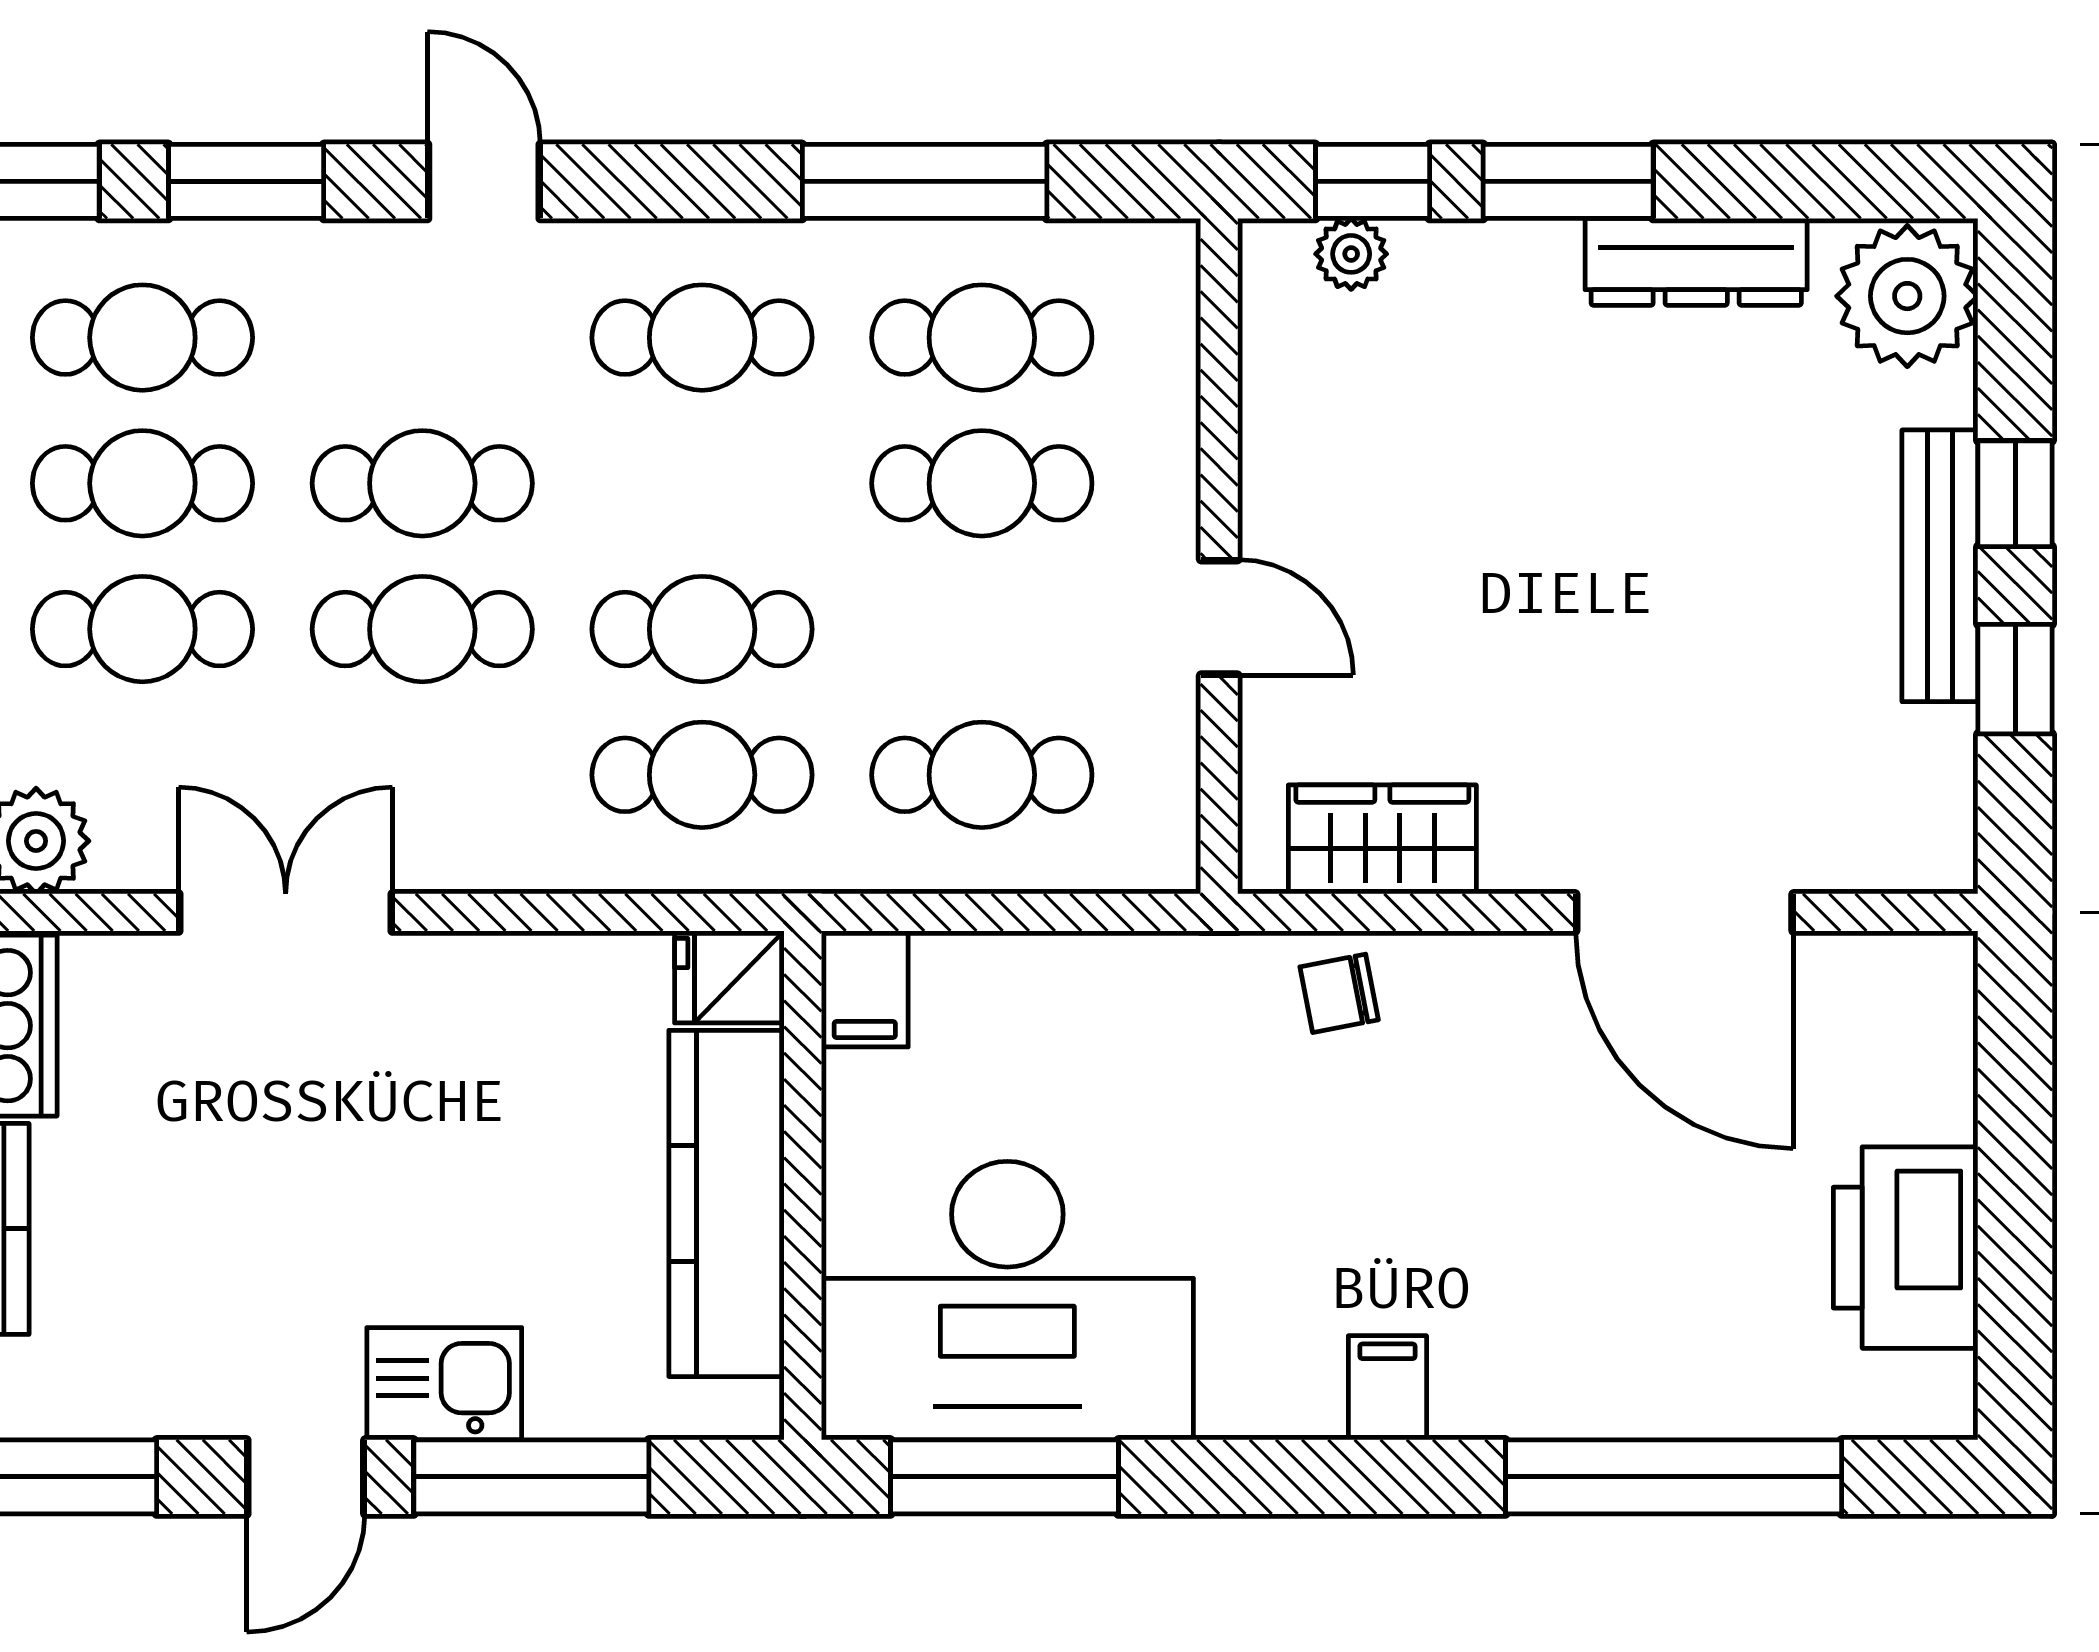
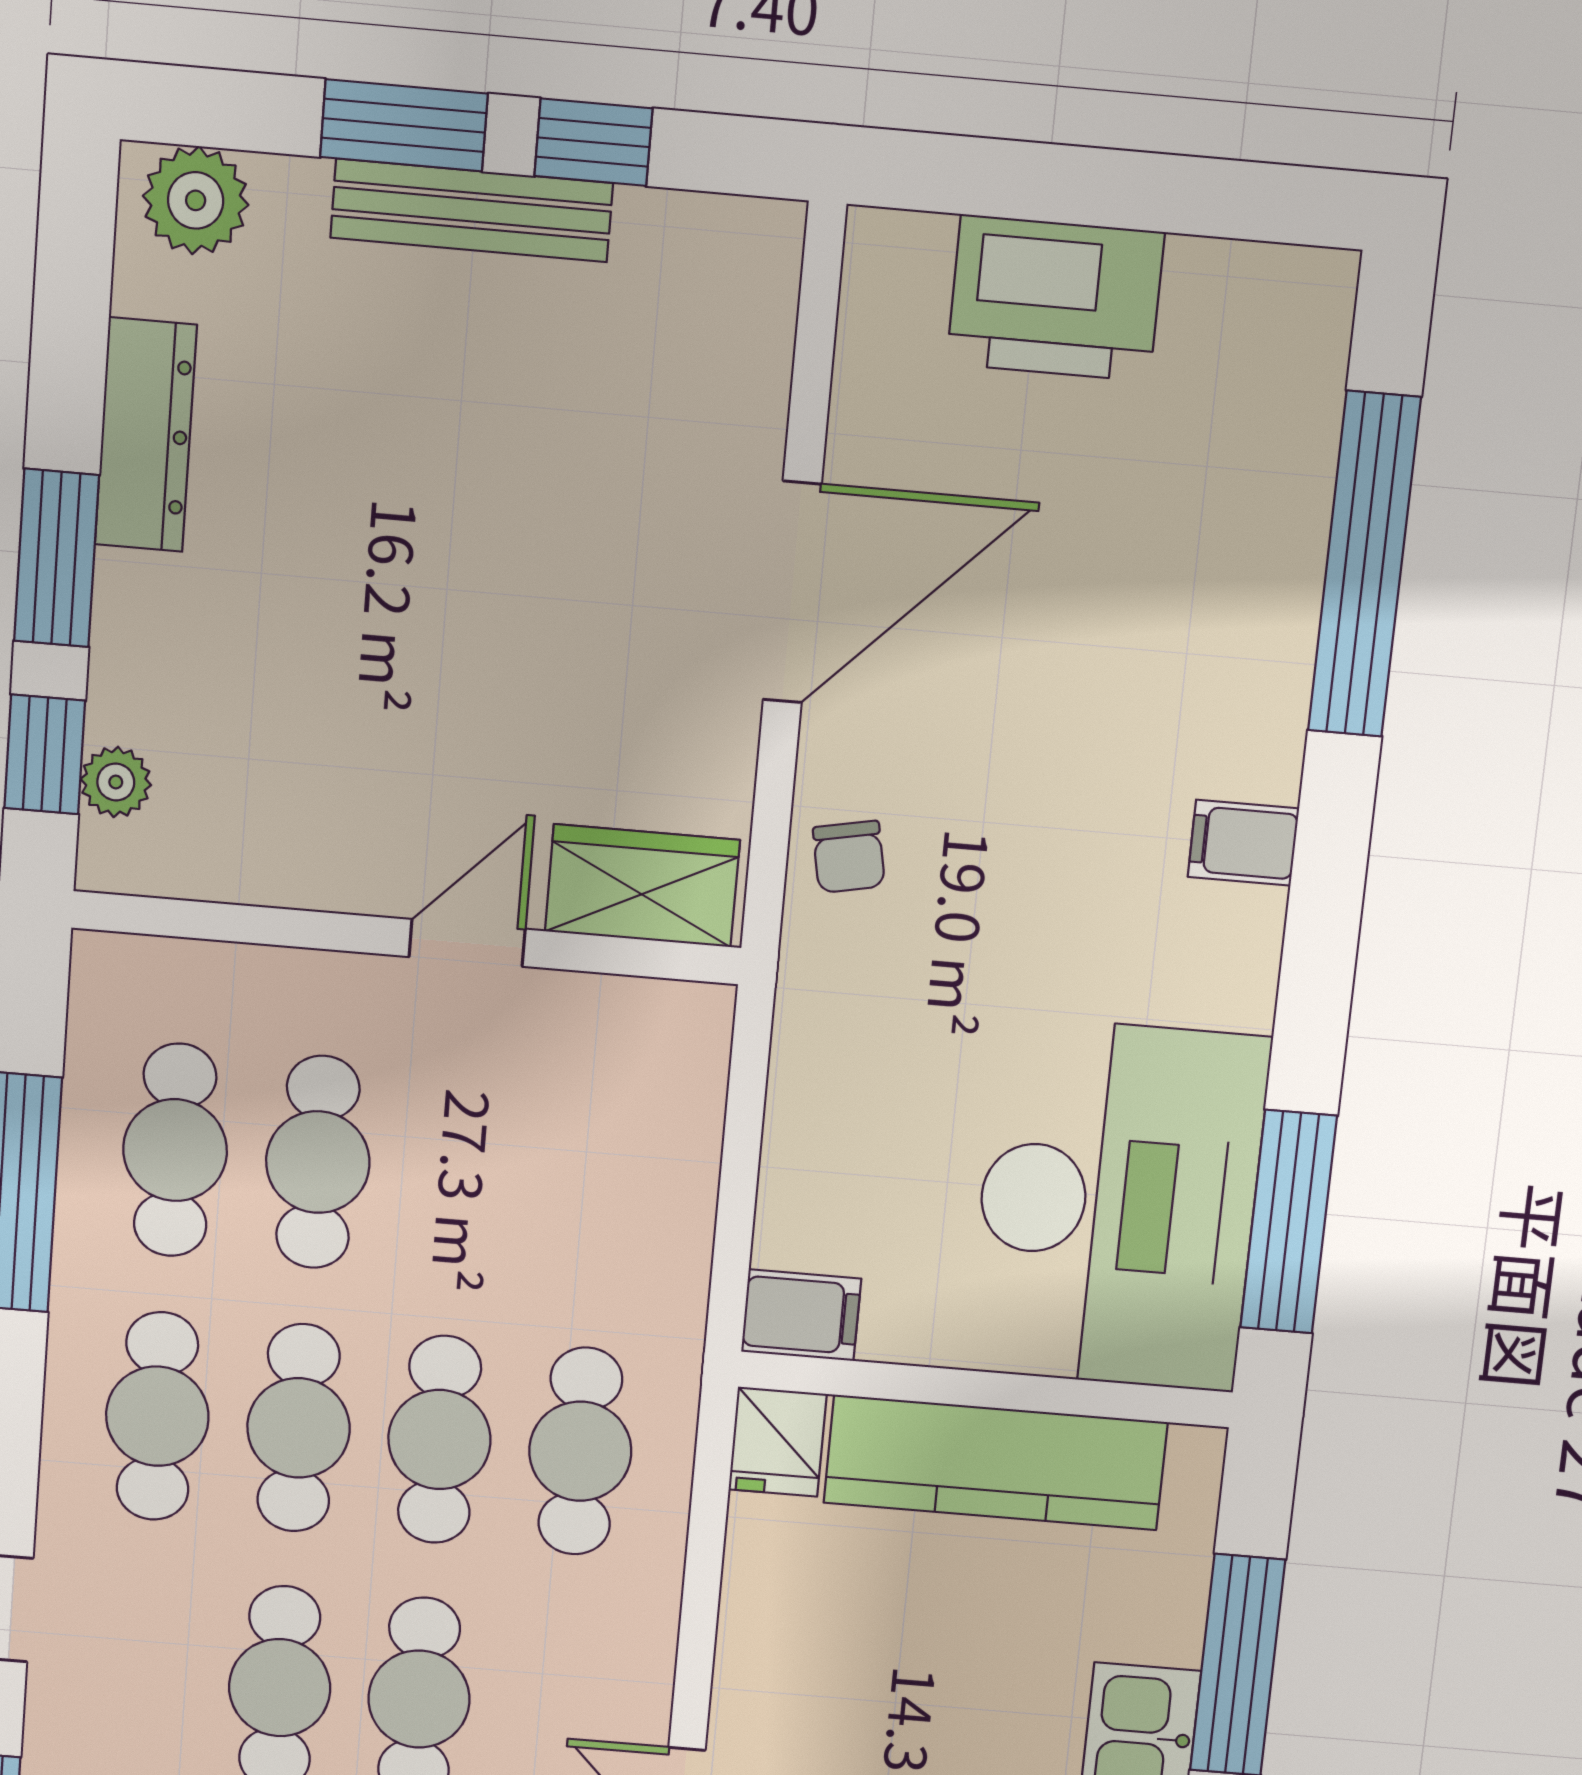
plant: (1907, 296) -> (196, 200), width x0.73, depth x0.73
window: (2015, 494) -> (404, 125), width x1.50
cafe table: (982, 775) -> (299, 1428), moved
wardrobe: (1382, 839) -> (642, 886), moved, turned 90
door: (1684, 912) -> (792, 592), moved
printer: (1906, 1248) -> (1055, 298), moved

